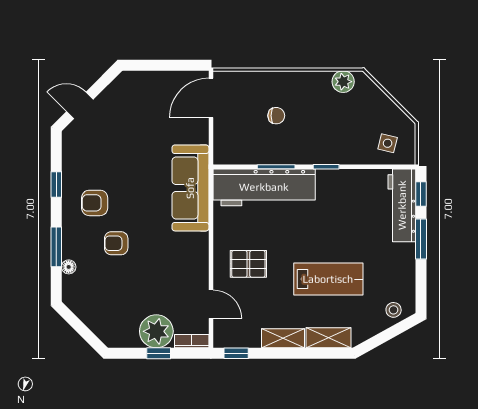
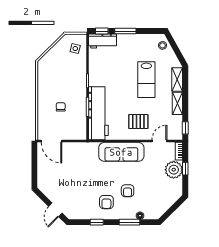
plant: (343, 82) -> (43, 72), removed
sofa: (190, 188) -> (121, 152), moved
workbench: (402, 205) -> (102, 41), width x0.73
pallet: (248, 264) -> (138, 121), turned 90
lab bench: (328, 279) -> (146, 80), turned 180

